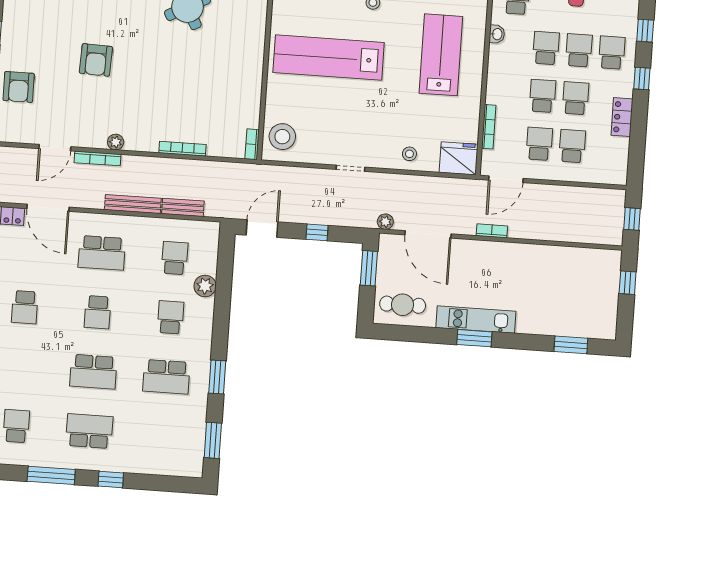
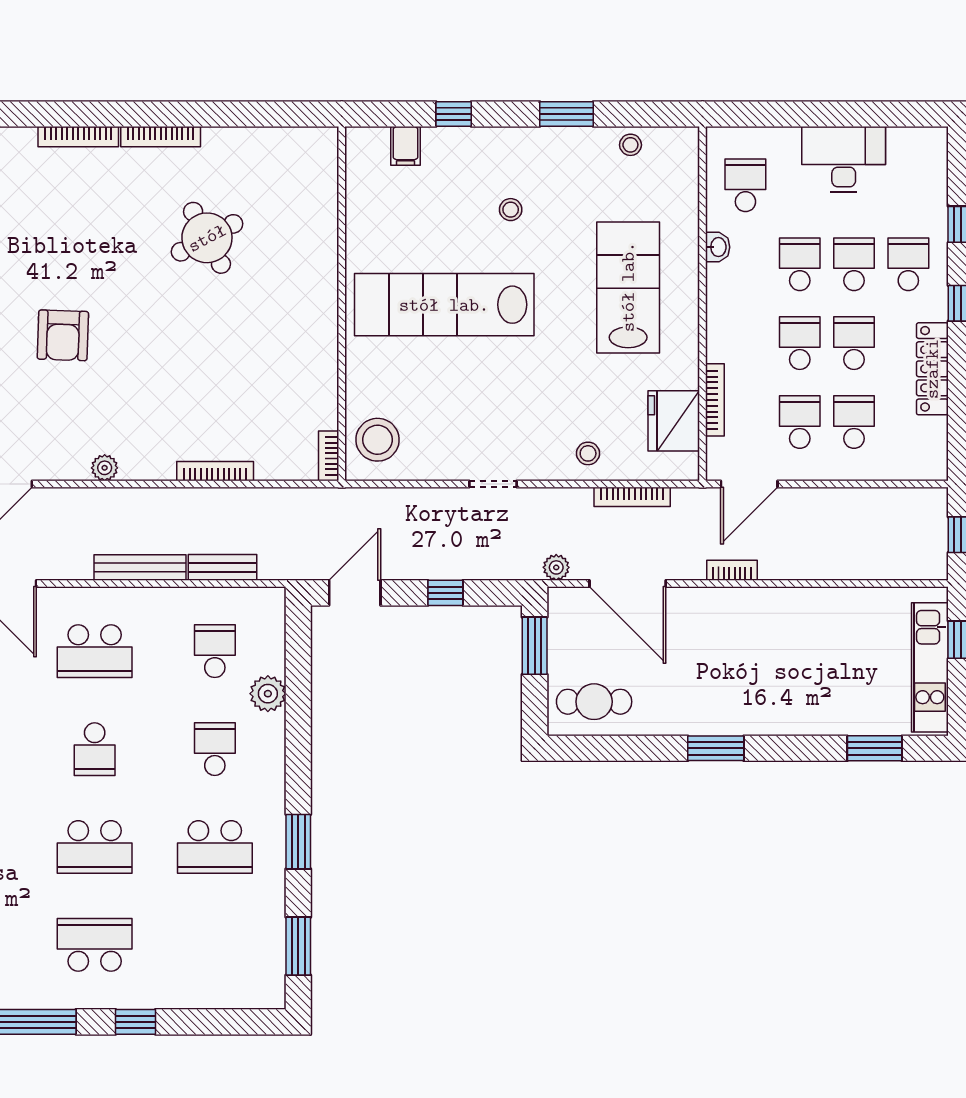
locker: (622, 117) -> (932, 369), width x1.53
bookcase: (98, 158) -> (632, 497), moved
fridge: (459, 158) -> (674, 421), moved, turned -90
kitchen unit: (476, 320) -> (930, 667), moved, turned -90

